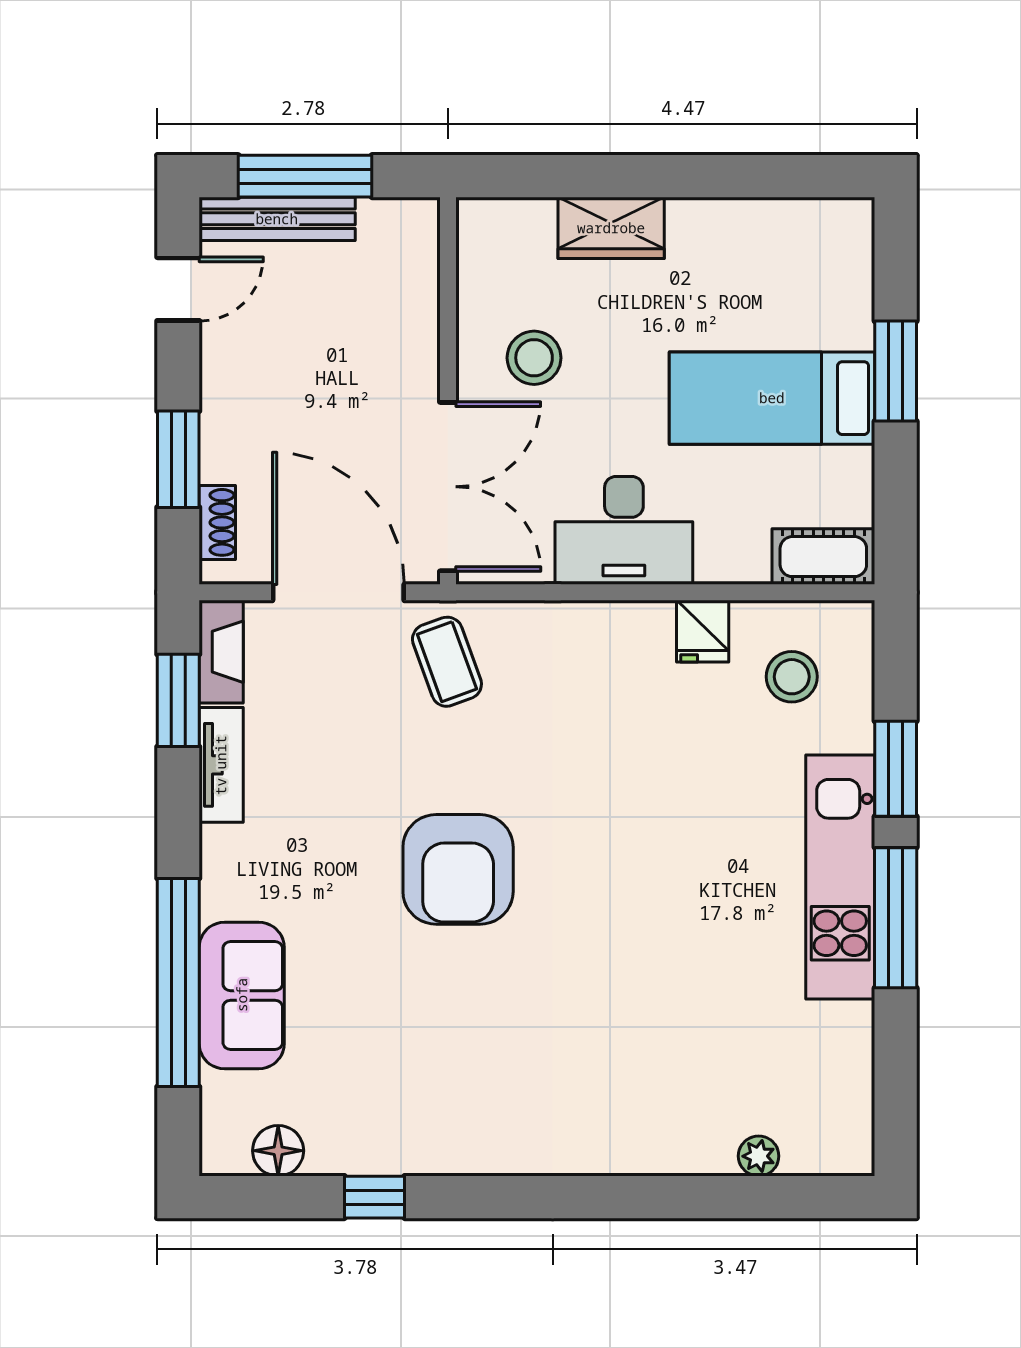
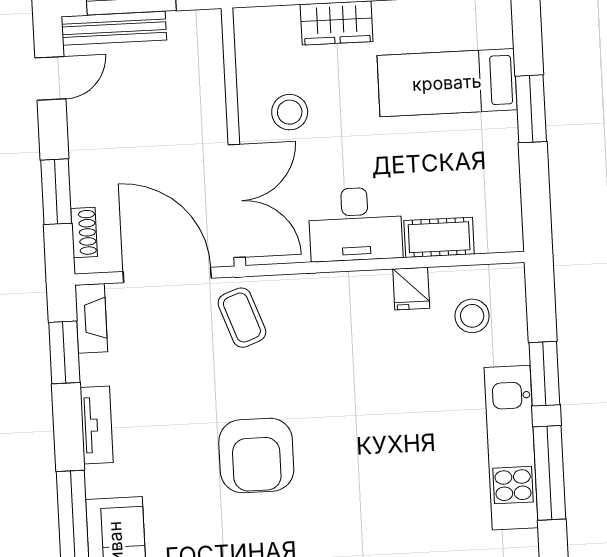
bed: (772, 398) -> (447, 83), moved
cot: (823, 557) -> (439, 237), moved
tv unit: (221, 765) -> (97, 425), moved

